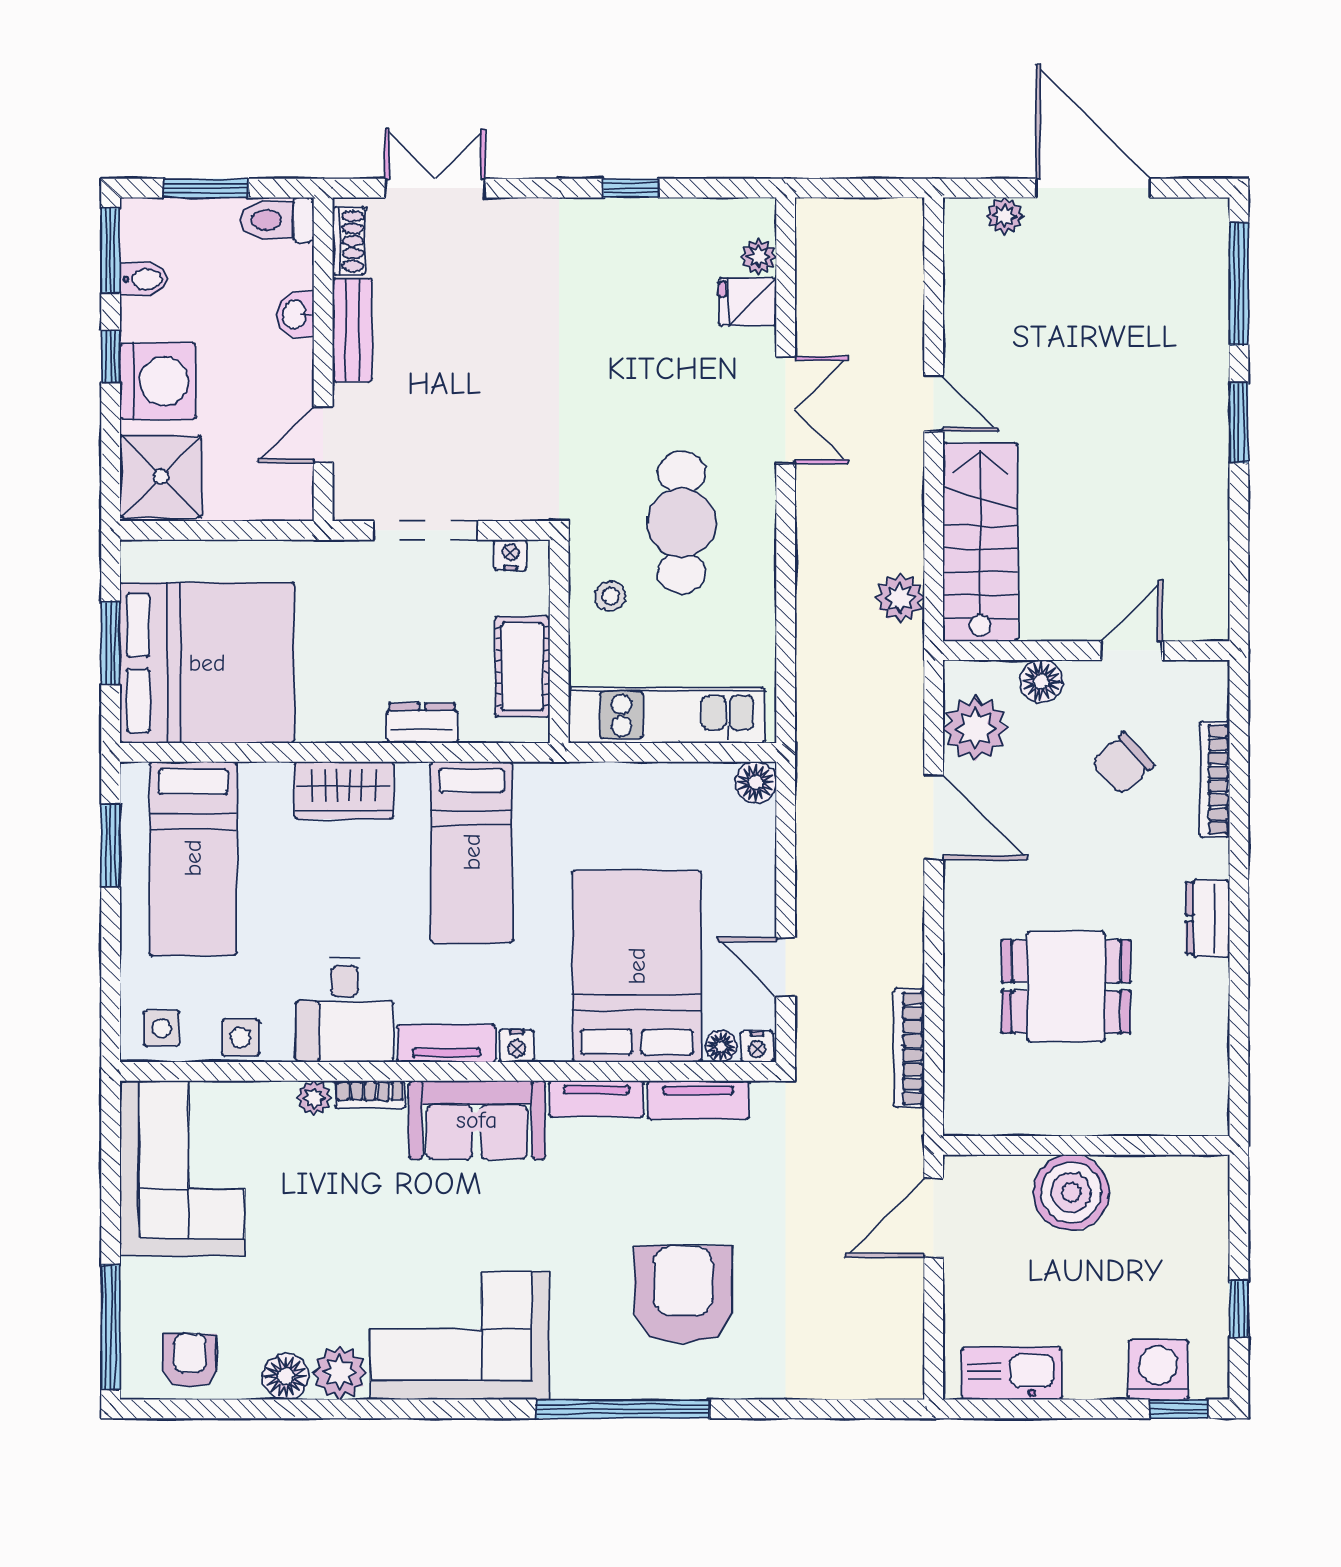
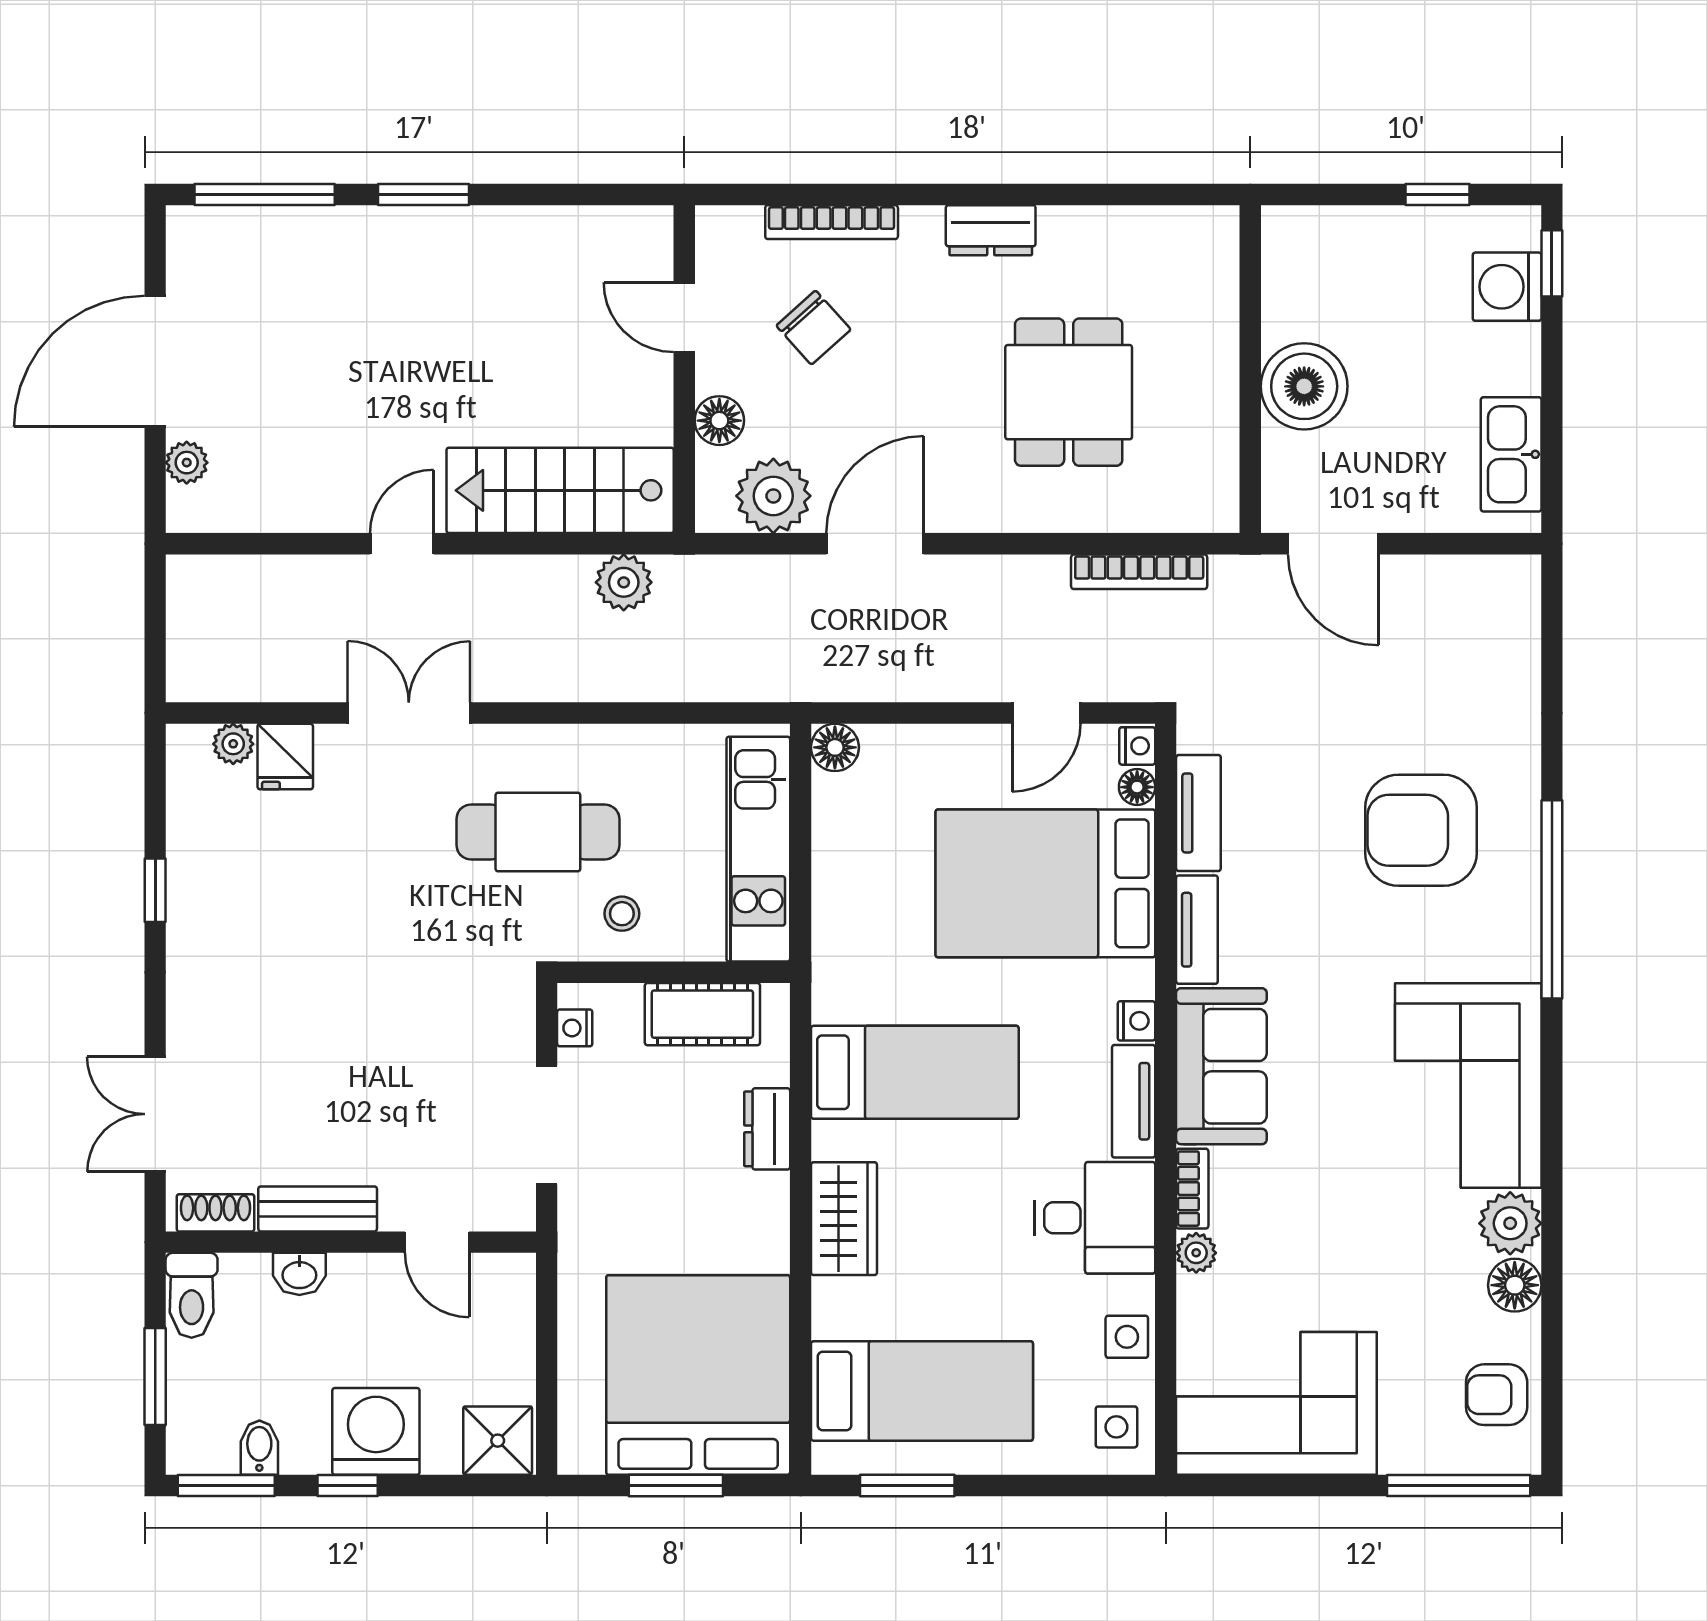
shower: (161, 477) -> (498, 1441), width x0.73, depth x0.73

